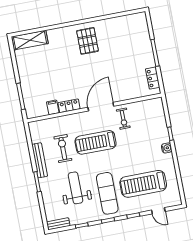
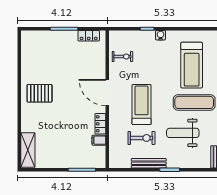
exercise bike: (123, 119) -> (122, 57), moved
treadmill: (96, 142) -> (142, 104), turned 180
exercise bike: (63, 149) -> (141, 138), turned 180

